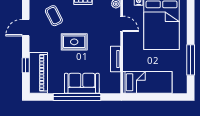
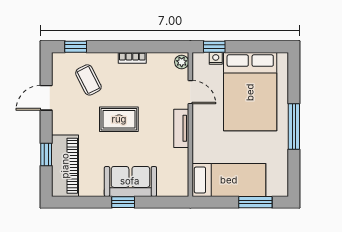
tv unit: (116, 59) -> (181, 128), moved
window: (191, 60) -> (294, 127), moved
window: (77, 97) -> (123, 202), width x0.32
window: (165, 97) -> (255, 202), added

